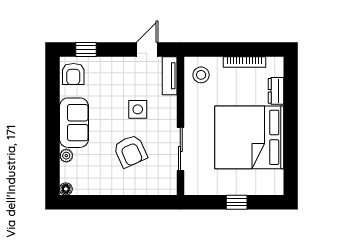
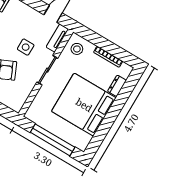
sliding door: (180, 149) -> (47, 70), moved
window: (237, 202) -> (53, 140), width x3.17

